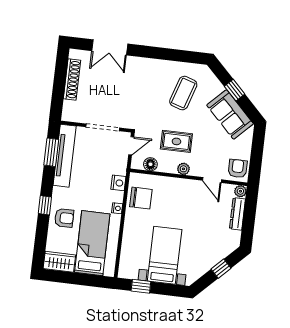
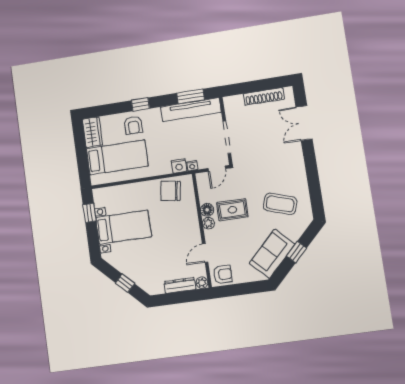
rug: (176, 141) -> (232, 210), turned 90
door: (131, 146) -> (217, 169), hinge flipped
floor lamp: (150, 164) -> (207, 210), moved
chair: (141, 198) -> (170, 191), turned 99
nightstand: (117, 208) -> (192, 166), moved

